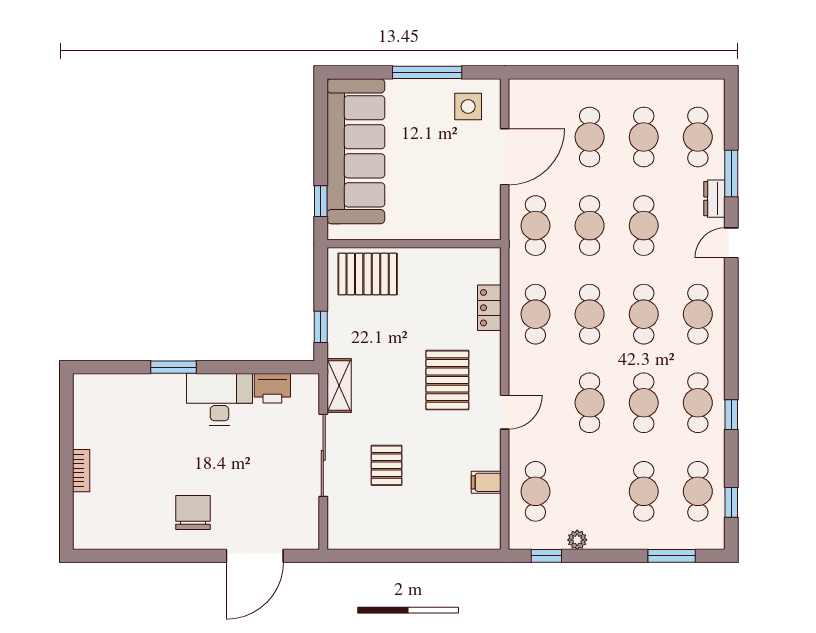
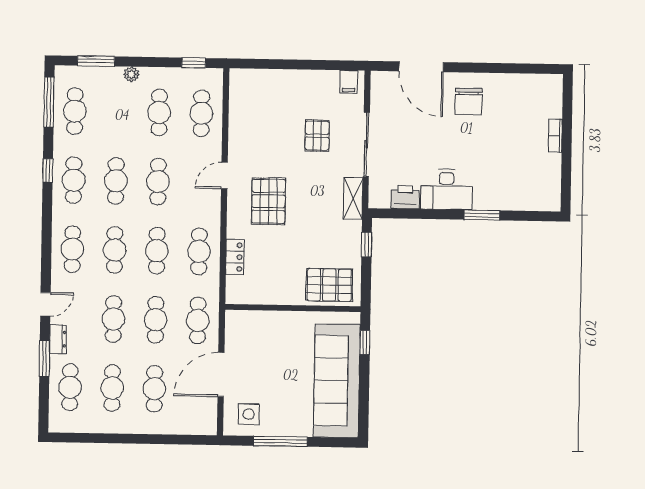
filing cabinet: (486, 482) -> (349, 82), moved, turned 90
cafe table: (644, 491) -> (159, 113), moved
window: (731, 502) -> (49, 102), width x2.17
plant: (577, 540) -> (131, 74), moved
door: (255, 556) -> (421, 67), swing flipped

